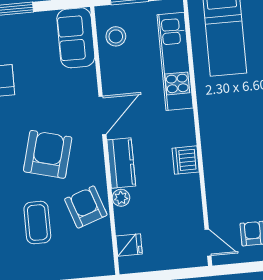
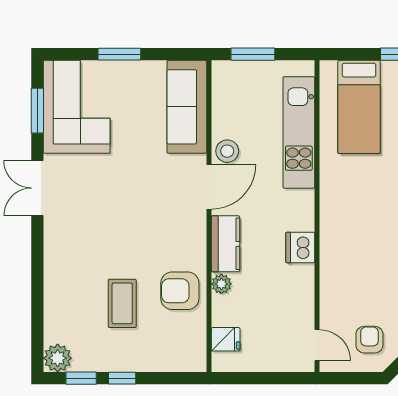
stool: (116, 36) -> (227, 151), moved
sofa: (76, 38) -> (187, 107), width x1.36
armchair: (48, 154) -> (142, 226), removed
armchair: (86, 207) -> (180, 291), turned -71

